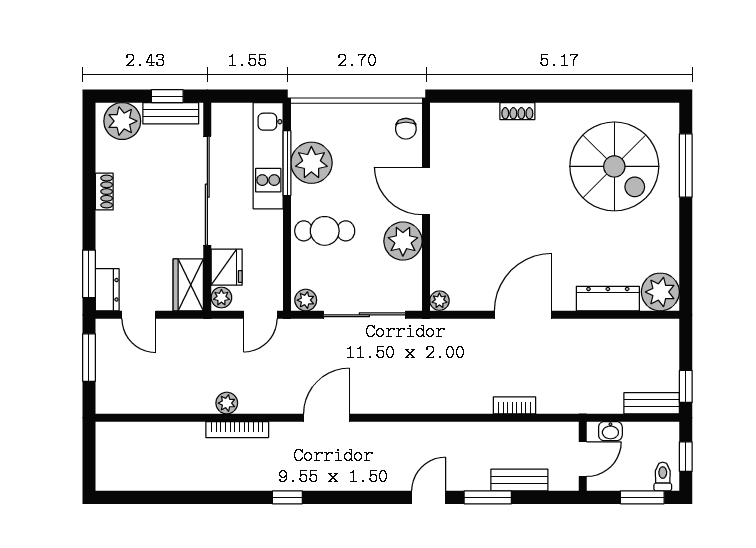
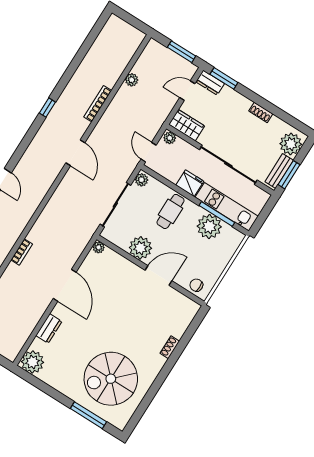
window: (167, 96) -> (289, 175), width x1.50
fridge: (227, 267) -> (190, 183), moved, turned 180
dresser: (608, 299) -> (49, 328), width x0.70
plant: (227, 403) -> (132, 80), moved

